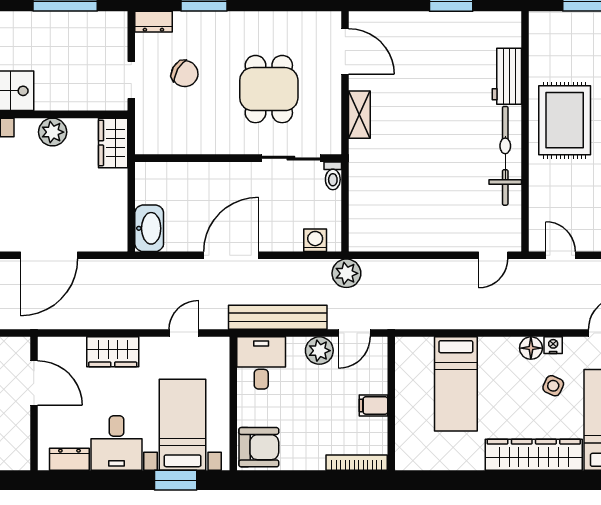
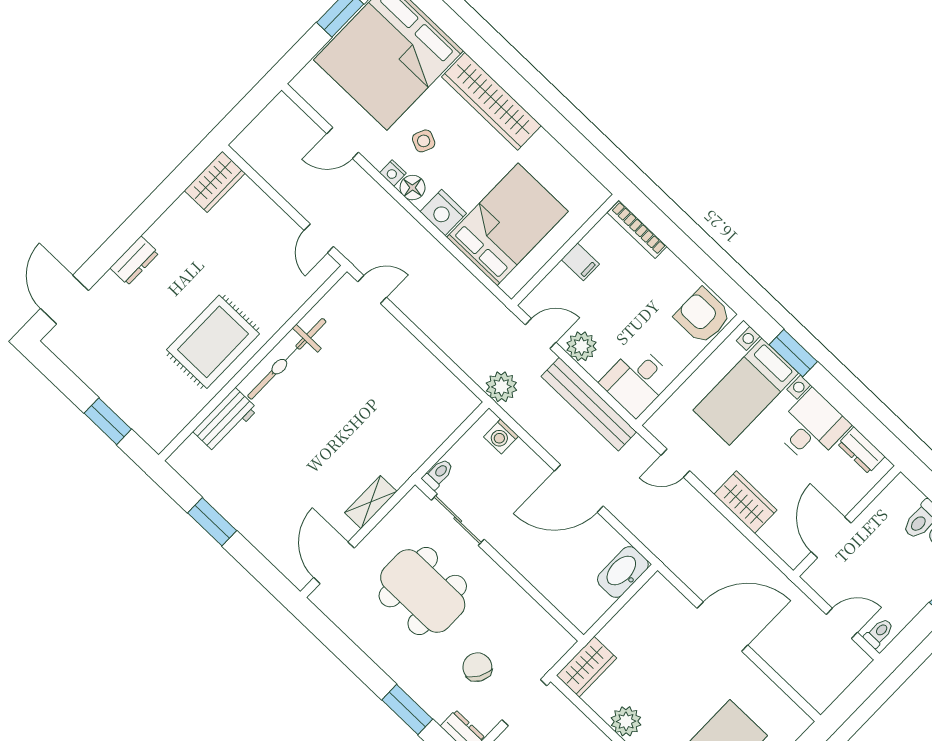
doorway: (131, 80) -> (524, 703), width x1.38
dining table: (269, 89) -> (423, 591), width x1.37
nightstand: (495, 351) -> (443, 213), added
bed: (456, 384) -> (507, 224), width x1.50

